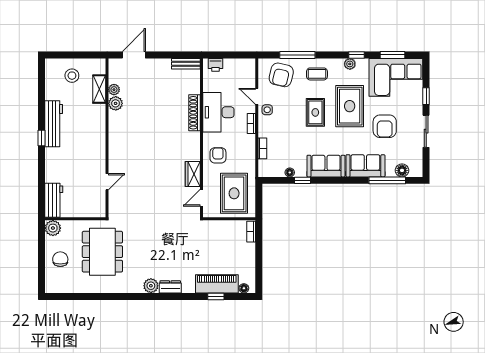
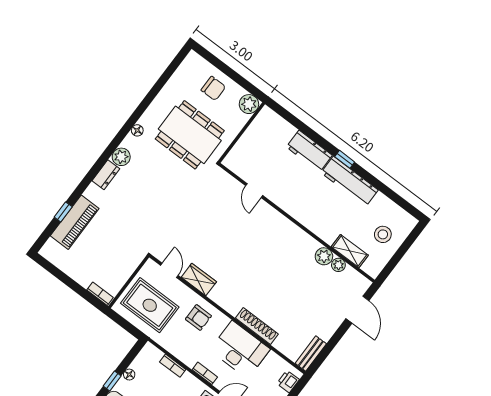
workbench: (54, 200) -> (309, 151), moved
floor lamp: (244, 288) -> (137, 130), moved

